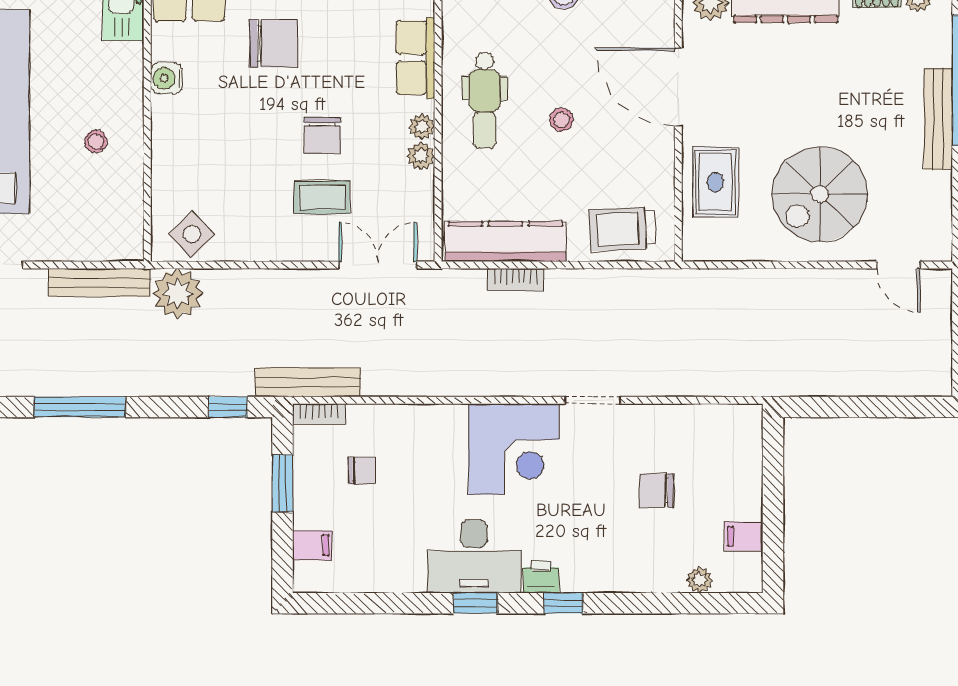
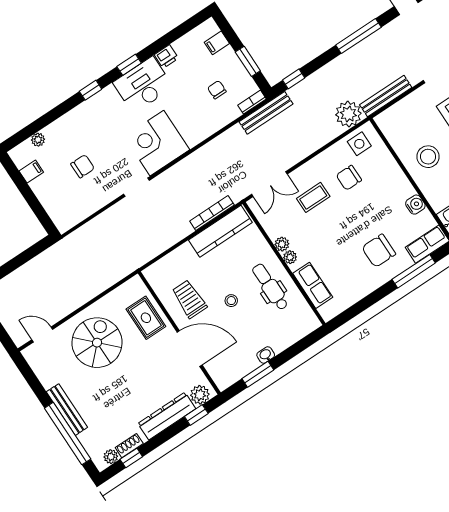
chair: (322, 135) -> (349, 178), moved, turned -90
stool: (96, 141) -> (428, 157), width x1.89, depth x1.89
trolley: (622, 229) -> (189, 299), moved, turned -87
side table: (192, 234) -> (359, 144), turned 45
bookcase: (516, 280) -> (212, 213), width x1.56
chair: (362, 471) -> (217, 90), turned 90
printer: (541, 577) -> (166, 57), moved

